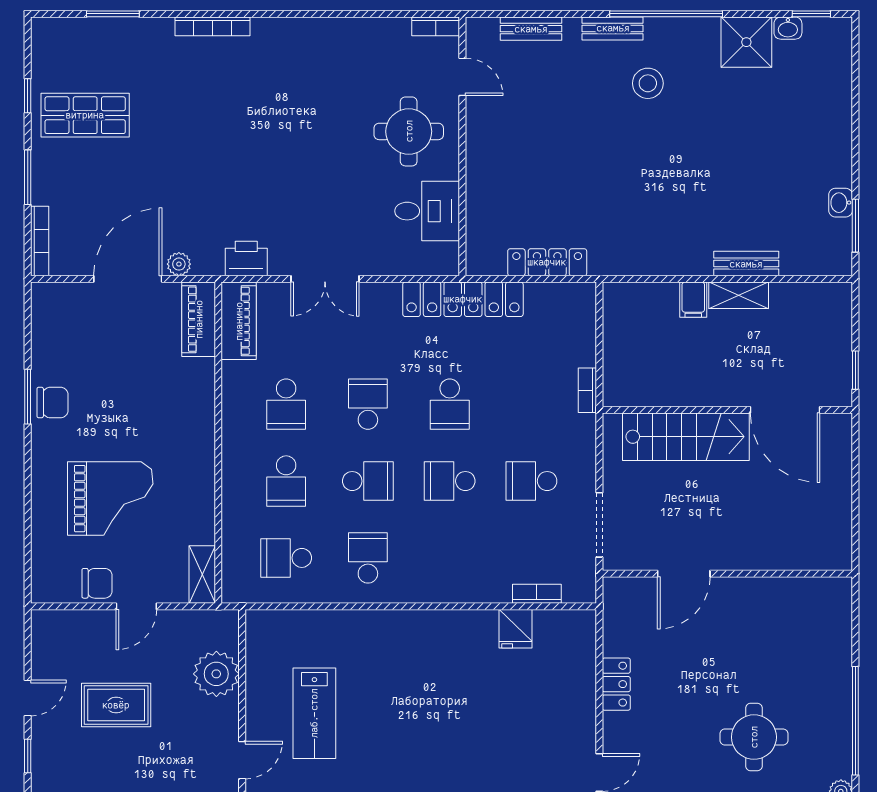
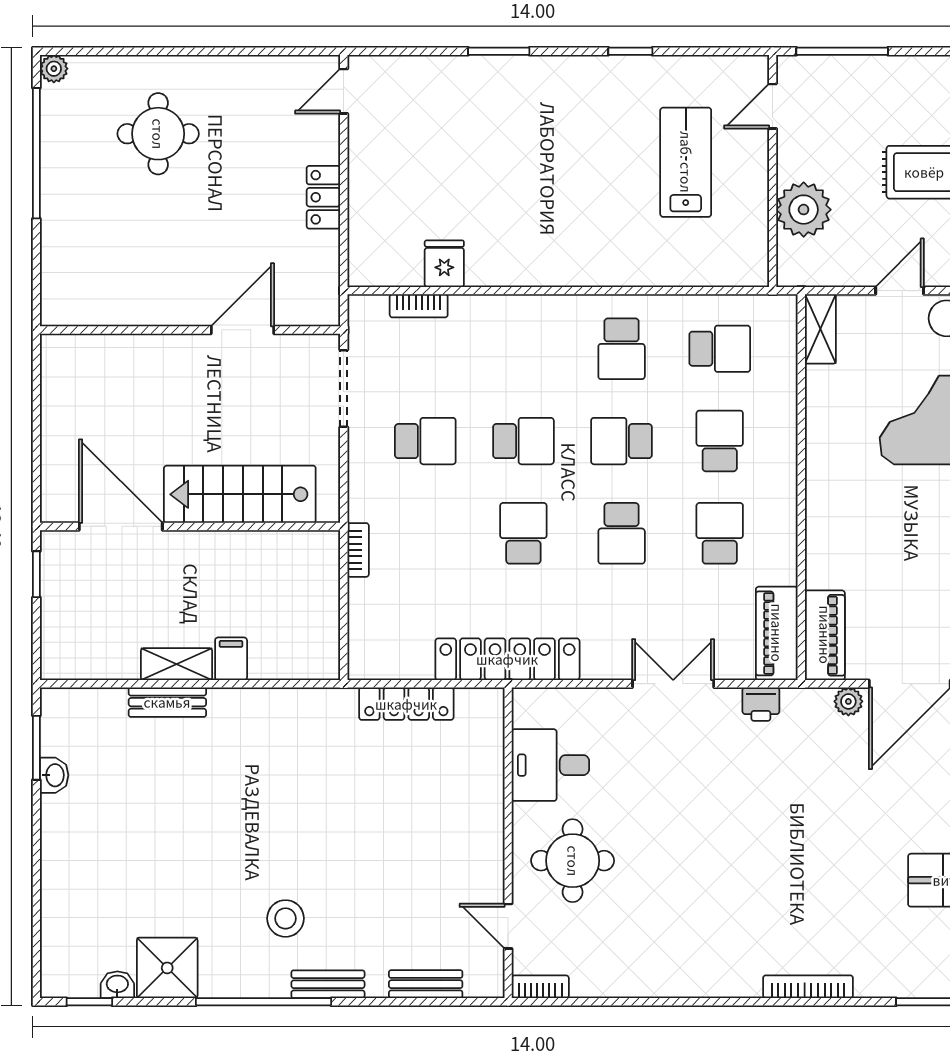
printer: (246, 259) -> (761, 704), width x0.73, depth x0.81

